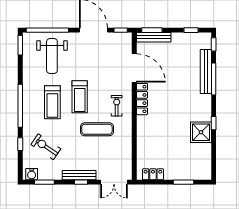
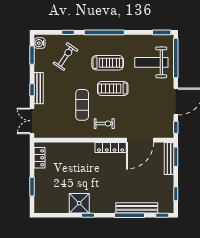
treadmill: (52, 102) -> (108, 63), turned 180

